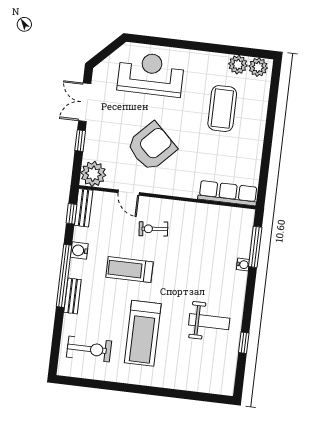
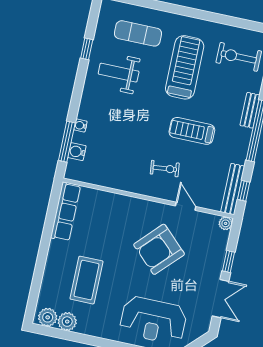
plant: (93, 174) -> (226, 223), width x0.53, depth x0.53
row of seats: (228, 193) -> (66, 212), moved, turned -90
bench: (84, 208) -> (233, 189), width x1.36
water cooler: (79, 251) -> (77, 152), moved, turned 180
treadmill: (129, 270) -> (192, 131), turned 180
exercise mat: (193, 363) -> (138, 33), added

